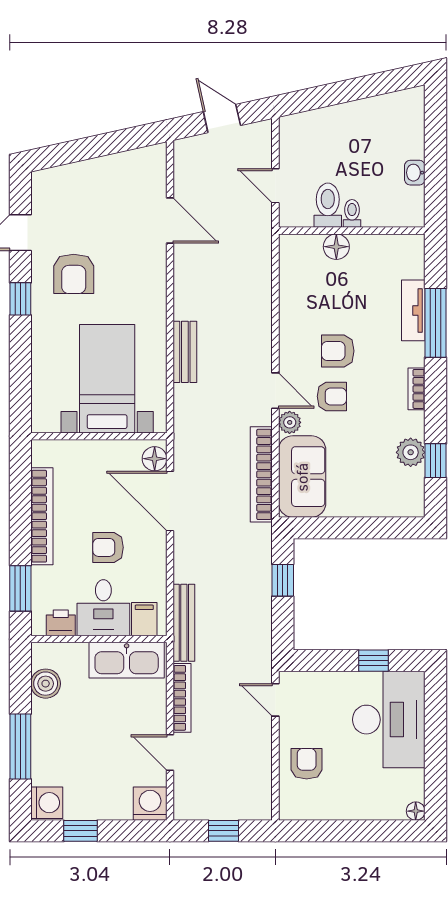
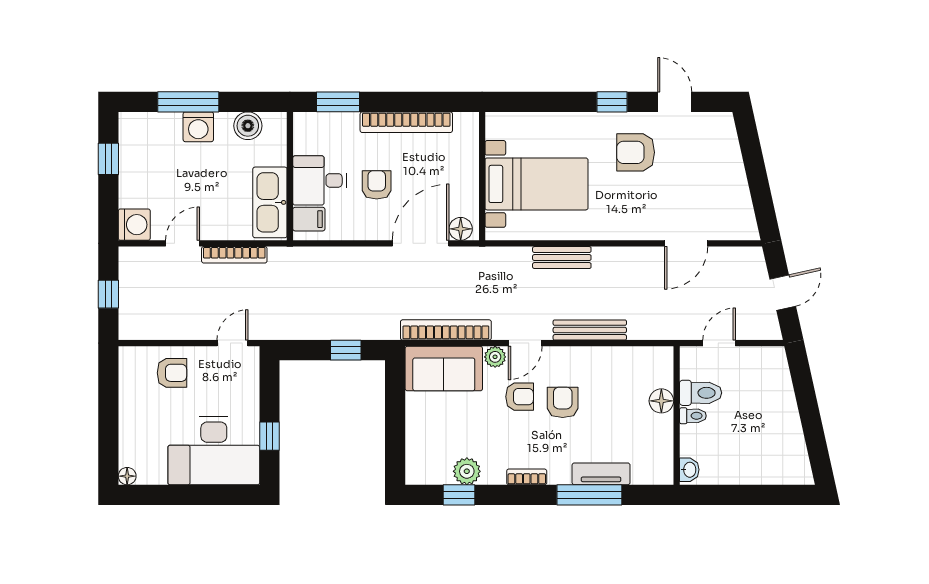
washbasin: (415, 173) -> (689, 470), moved, turned 90
armchair: (332, 396) -> (520, 397), turned -90
printer: (61, 623) -> (305, 140), removed
bench: (184, 623) -> (590, 330), moved
washing machine: (47, 803) -> (198, 127), moved

